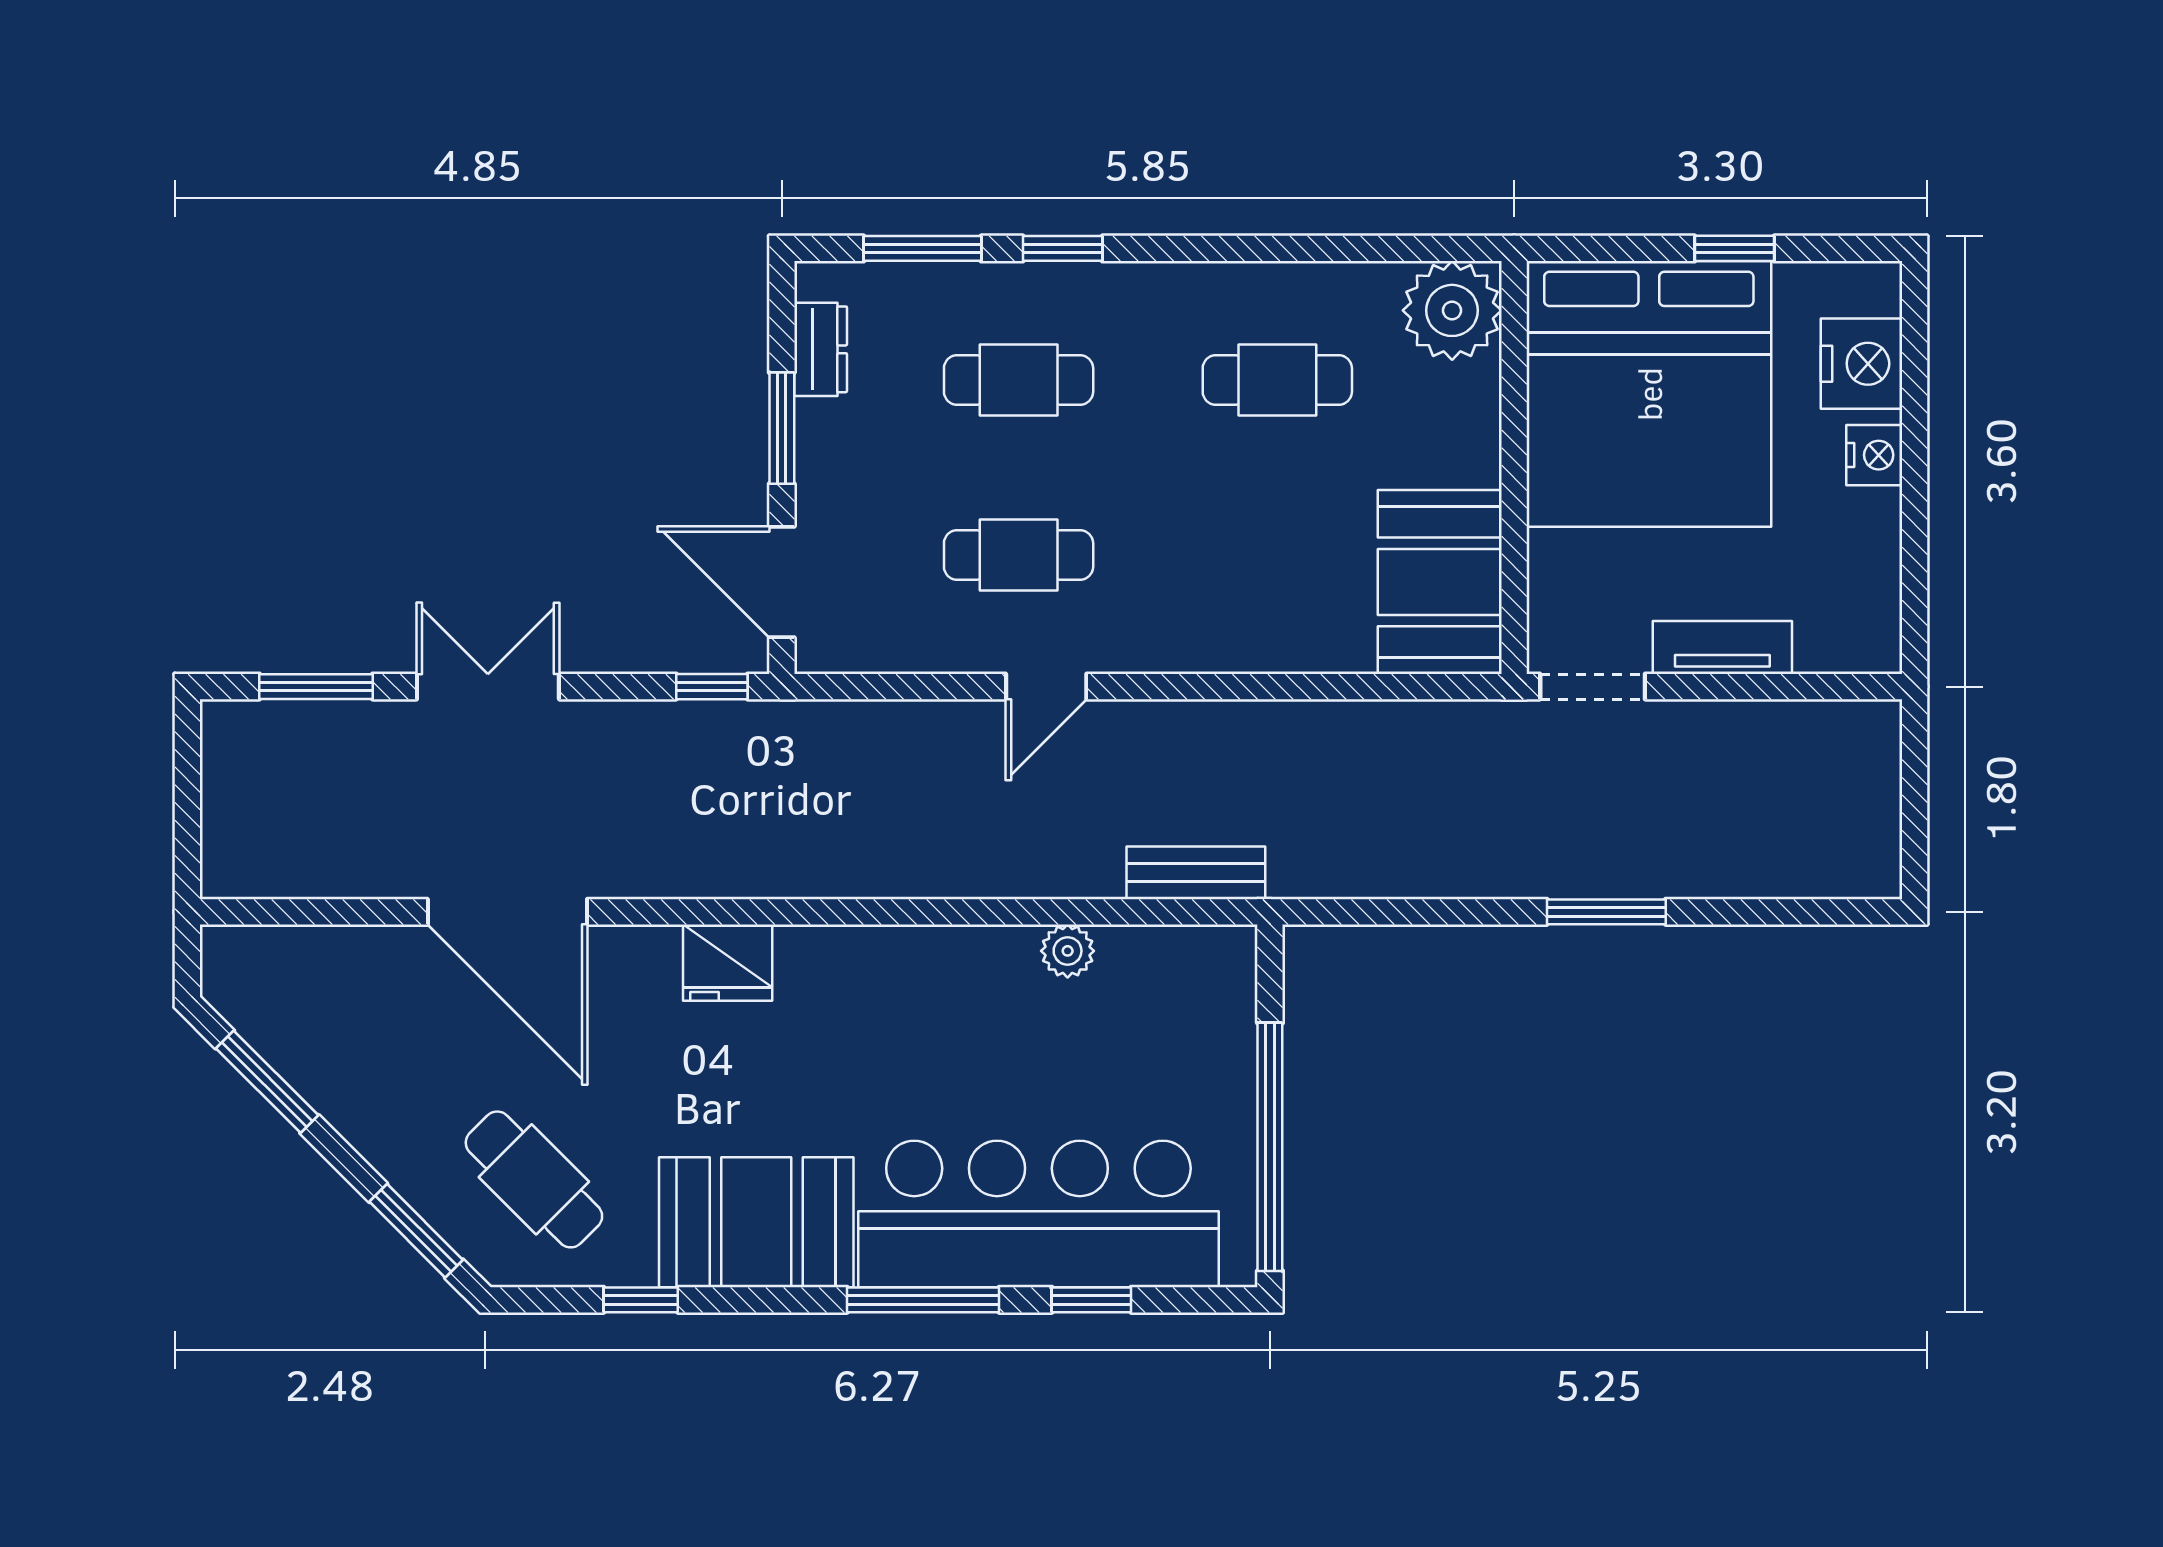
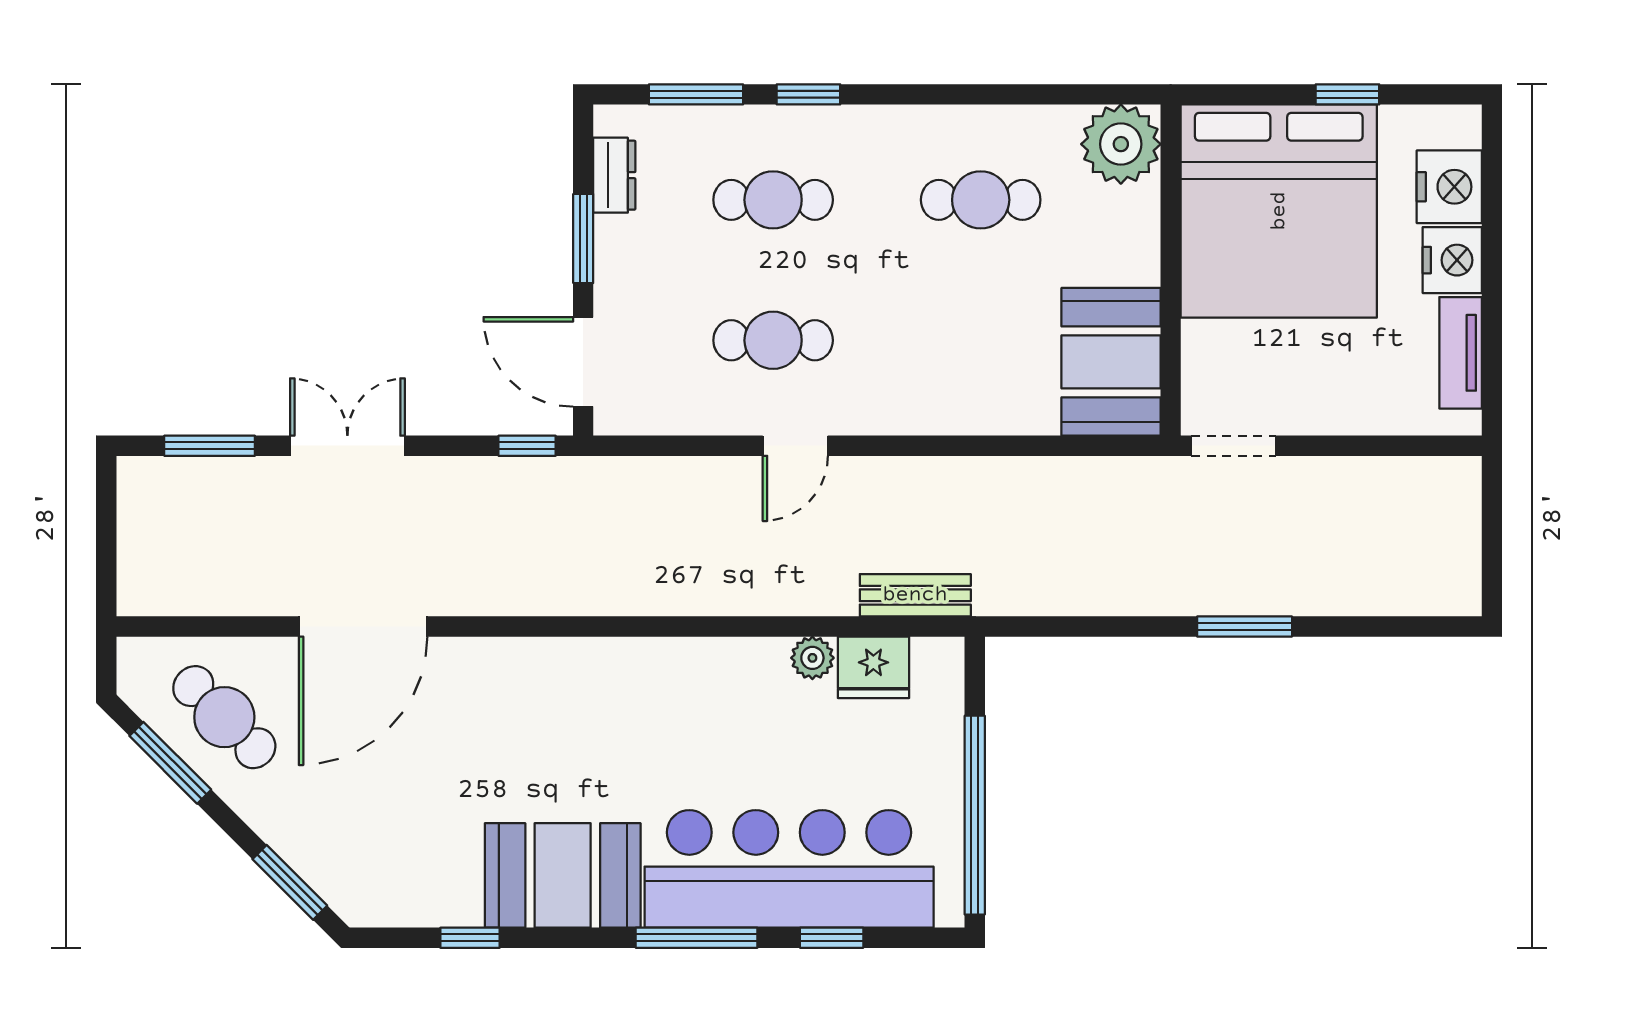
nightstand: (1874, 455) -> (1452, 260), width x1.36, depth x1.33
tv unit: (1722, 648) -> (1461, 353), moved, turned -90
door: (507, 912) -> (363, 627), hinge flipped
fridge: (728, 963) -> (873, 667), moved
cafe table: (534, 1179) -> (224, 717), moved

